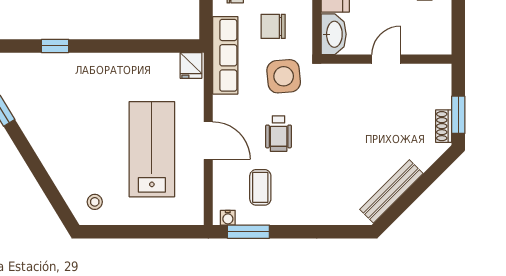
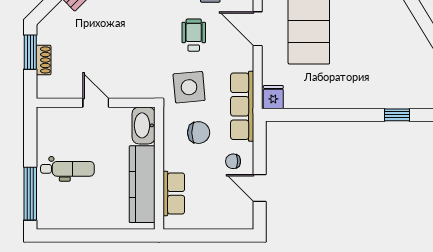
door: (386, 59) -> (96, 103), swing flipped
shoe rack: (444, 126) -> (44, 60), moved

